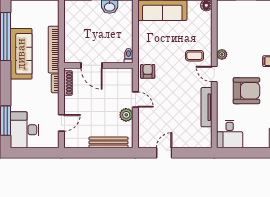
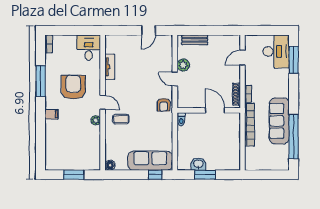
armchair: (246, 91) -> (73, 87), turned 90
tv unit: (207, 107) -> (110, 67), width x0.71
bench: (108, 142) -> (195, 40), width x0.73

